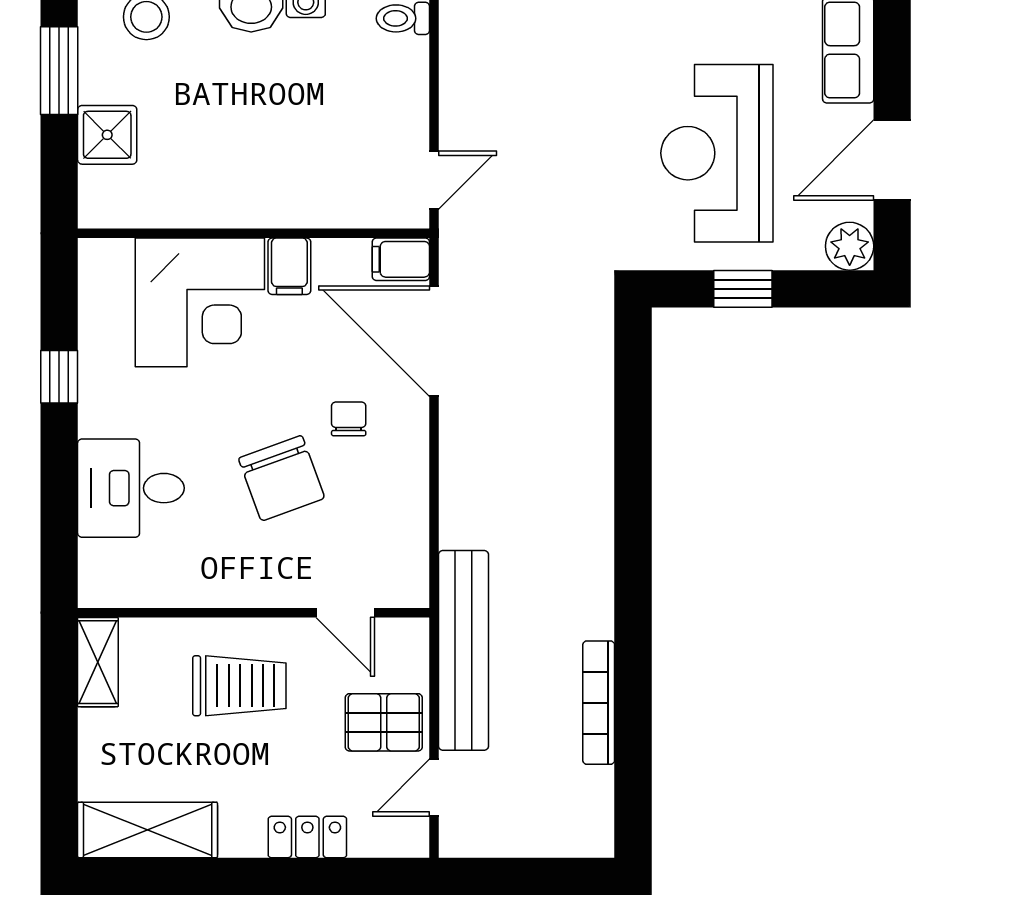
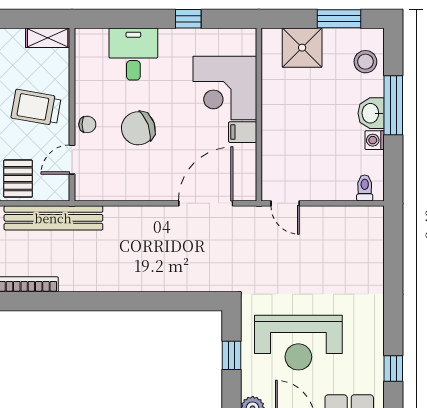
shower: (107, 135) -> (302, 48), width x1.36, depth x1.36
reception desk: (717, 153) -> (298, 343), turned 180
filing cabinet: (401, 259) -> (246, 187), removed
chair: (349, 419) -> (87, 124), moved
trolley: (239, 686) -> (36, 107), turned 100

